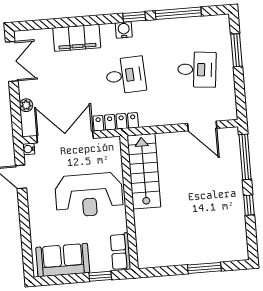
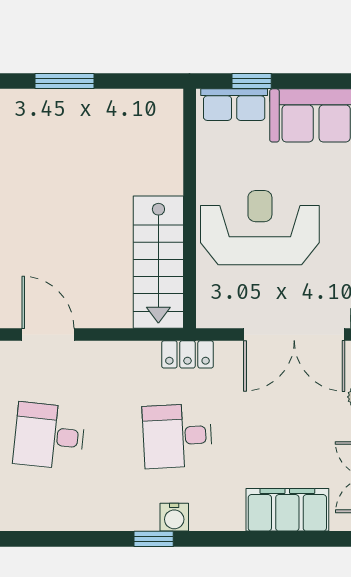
window: (178, 13) -> (74, 539), removed
filing cabinet: (77, 38) -> (287, 510), moved
locker: (116, 122) -> (187, 354), width x0.66
row of seats: (121, 252) -> (234, 105), moved, turned 90

